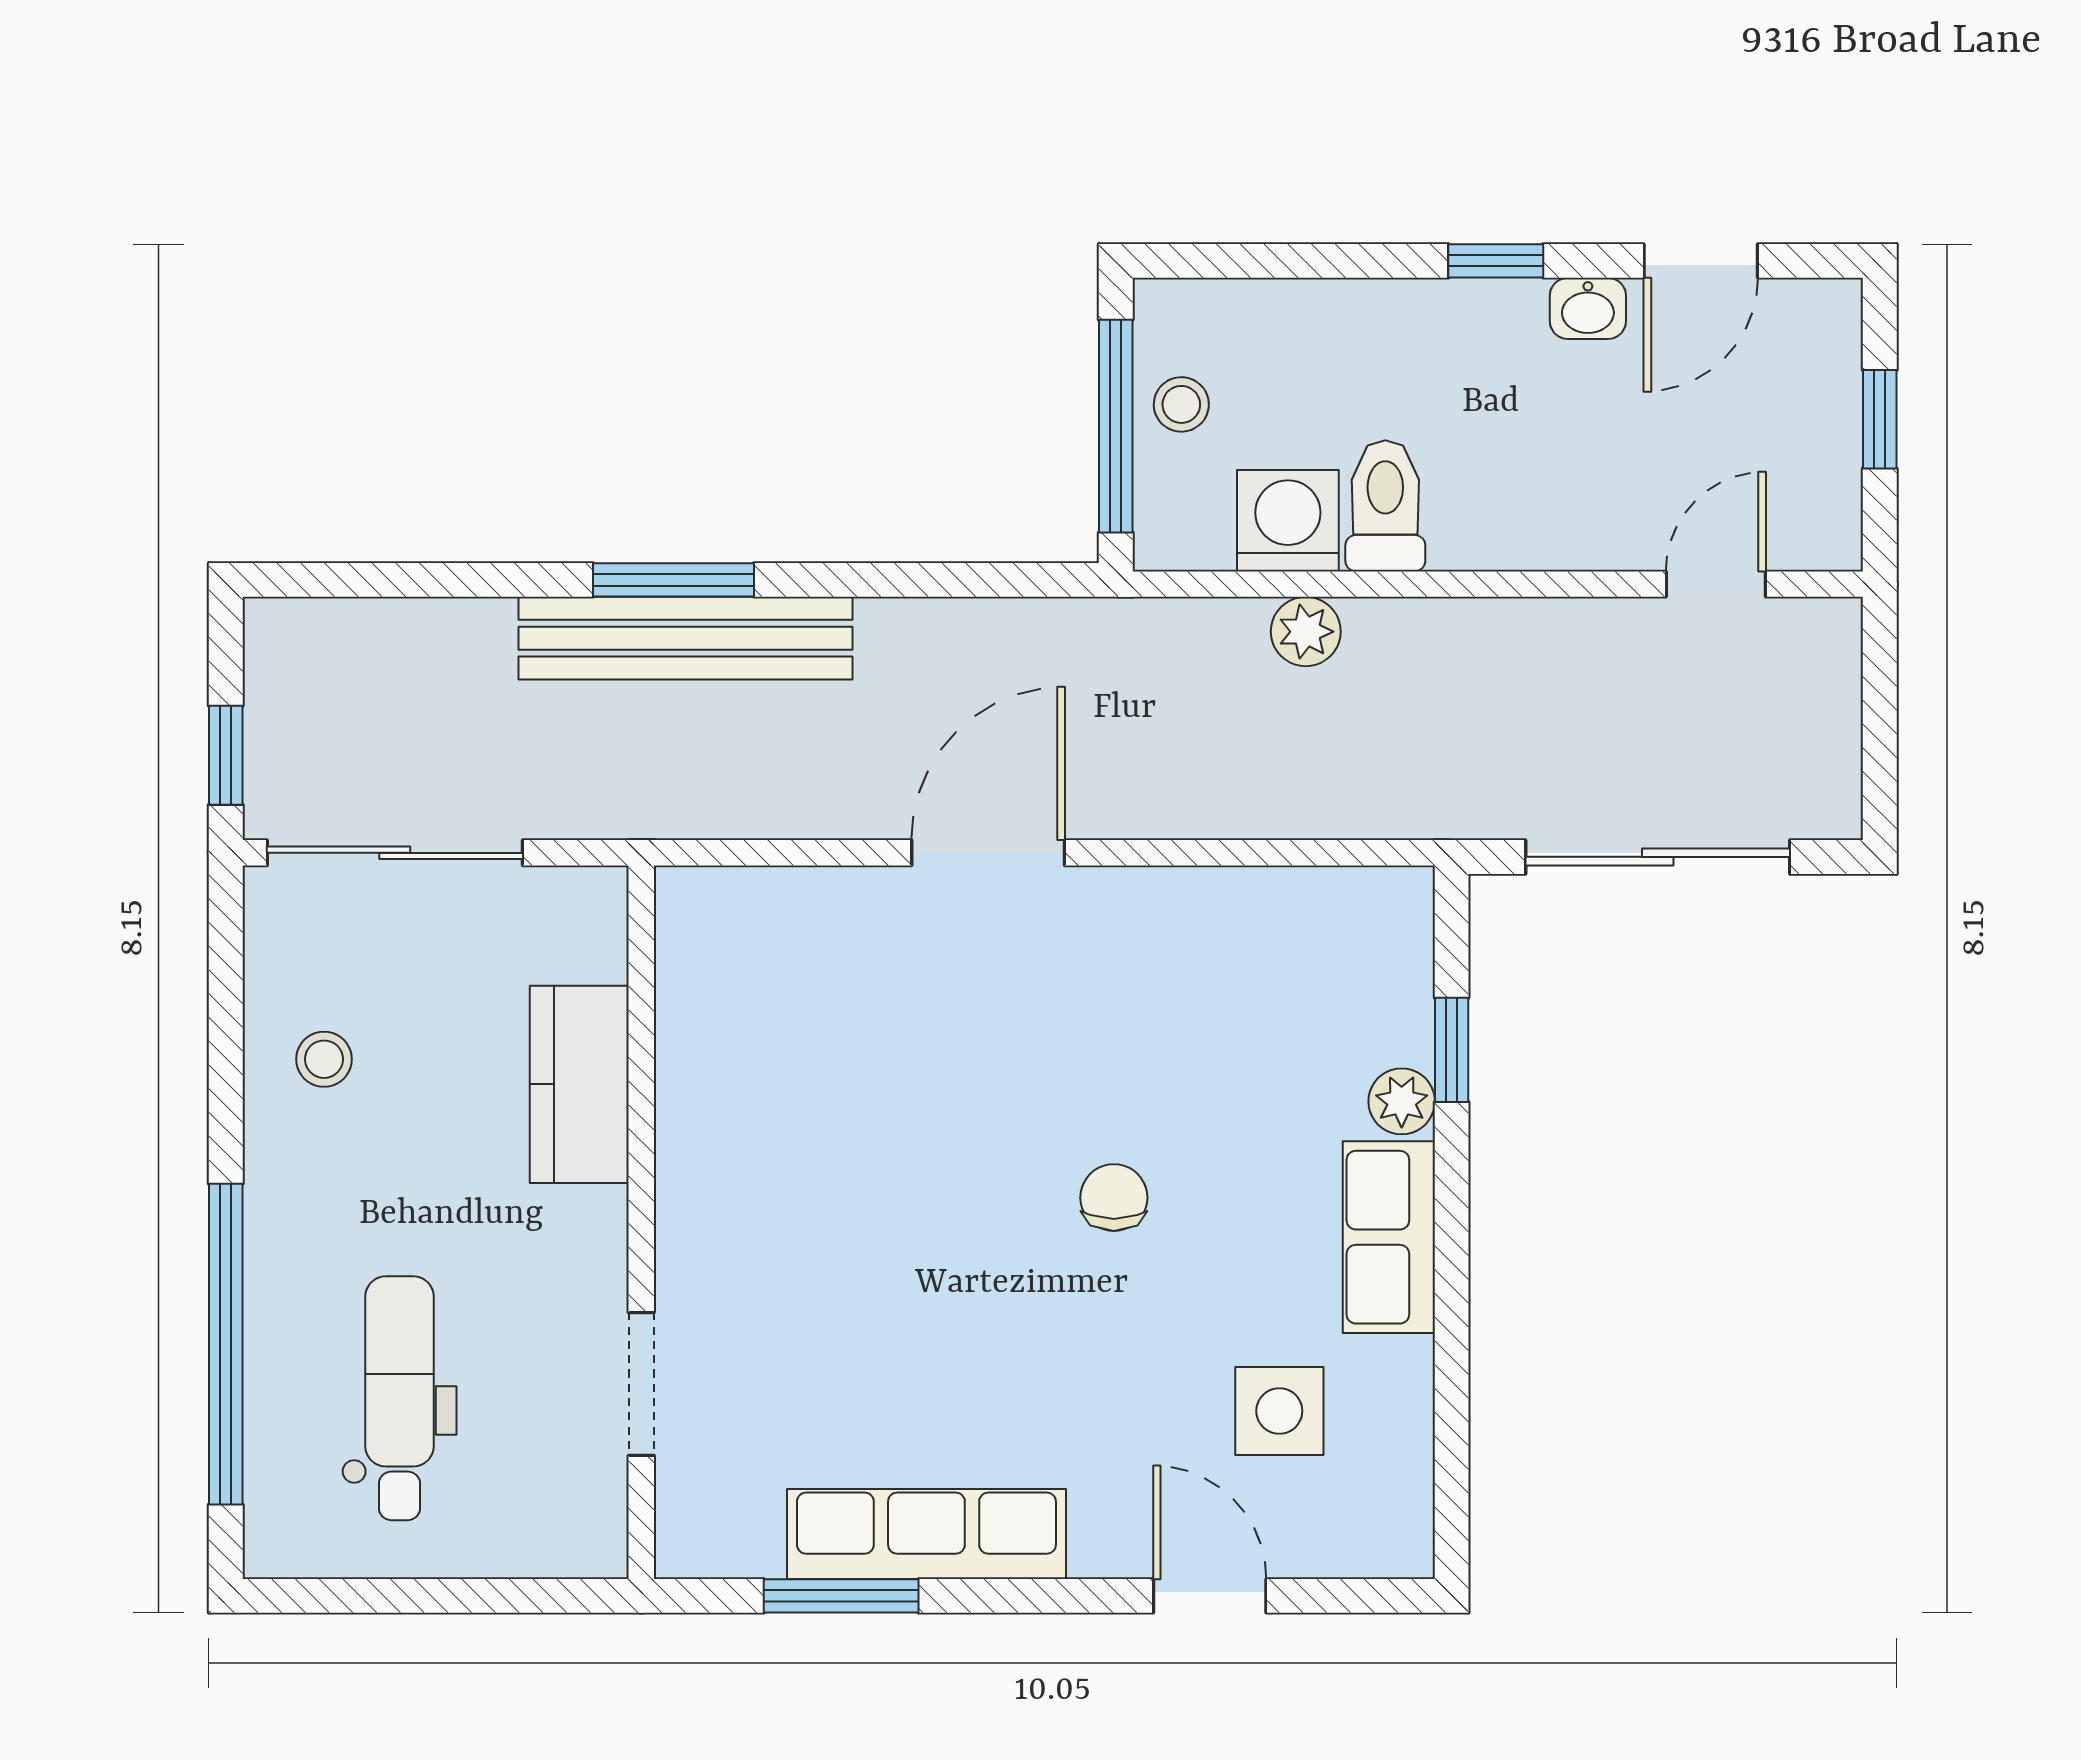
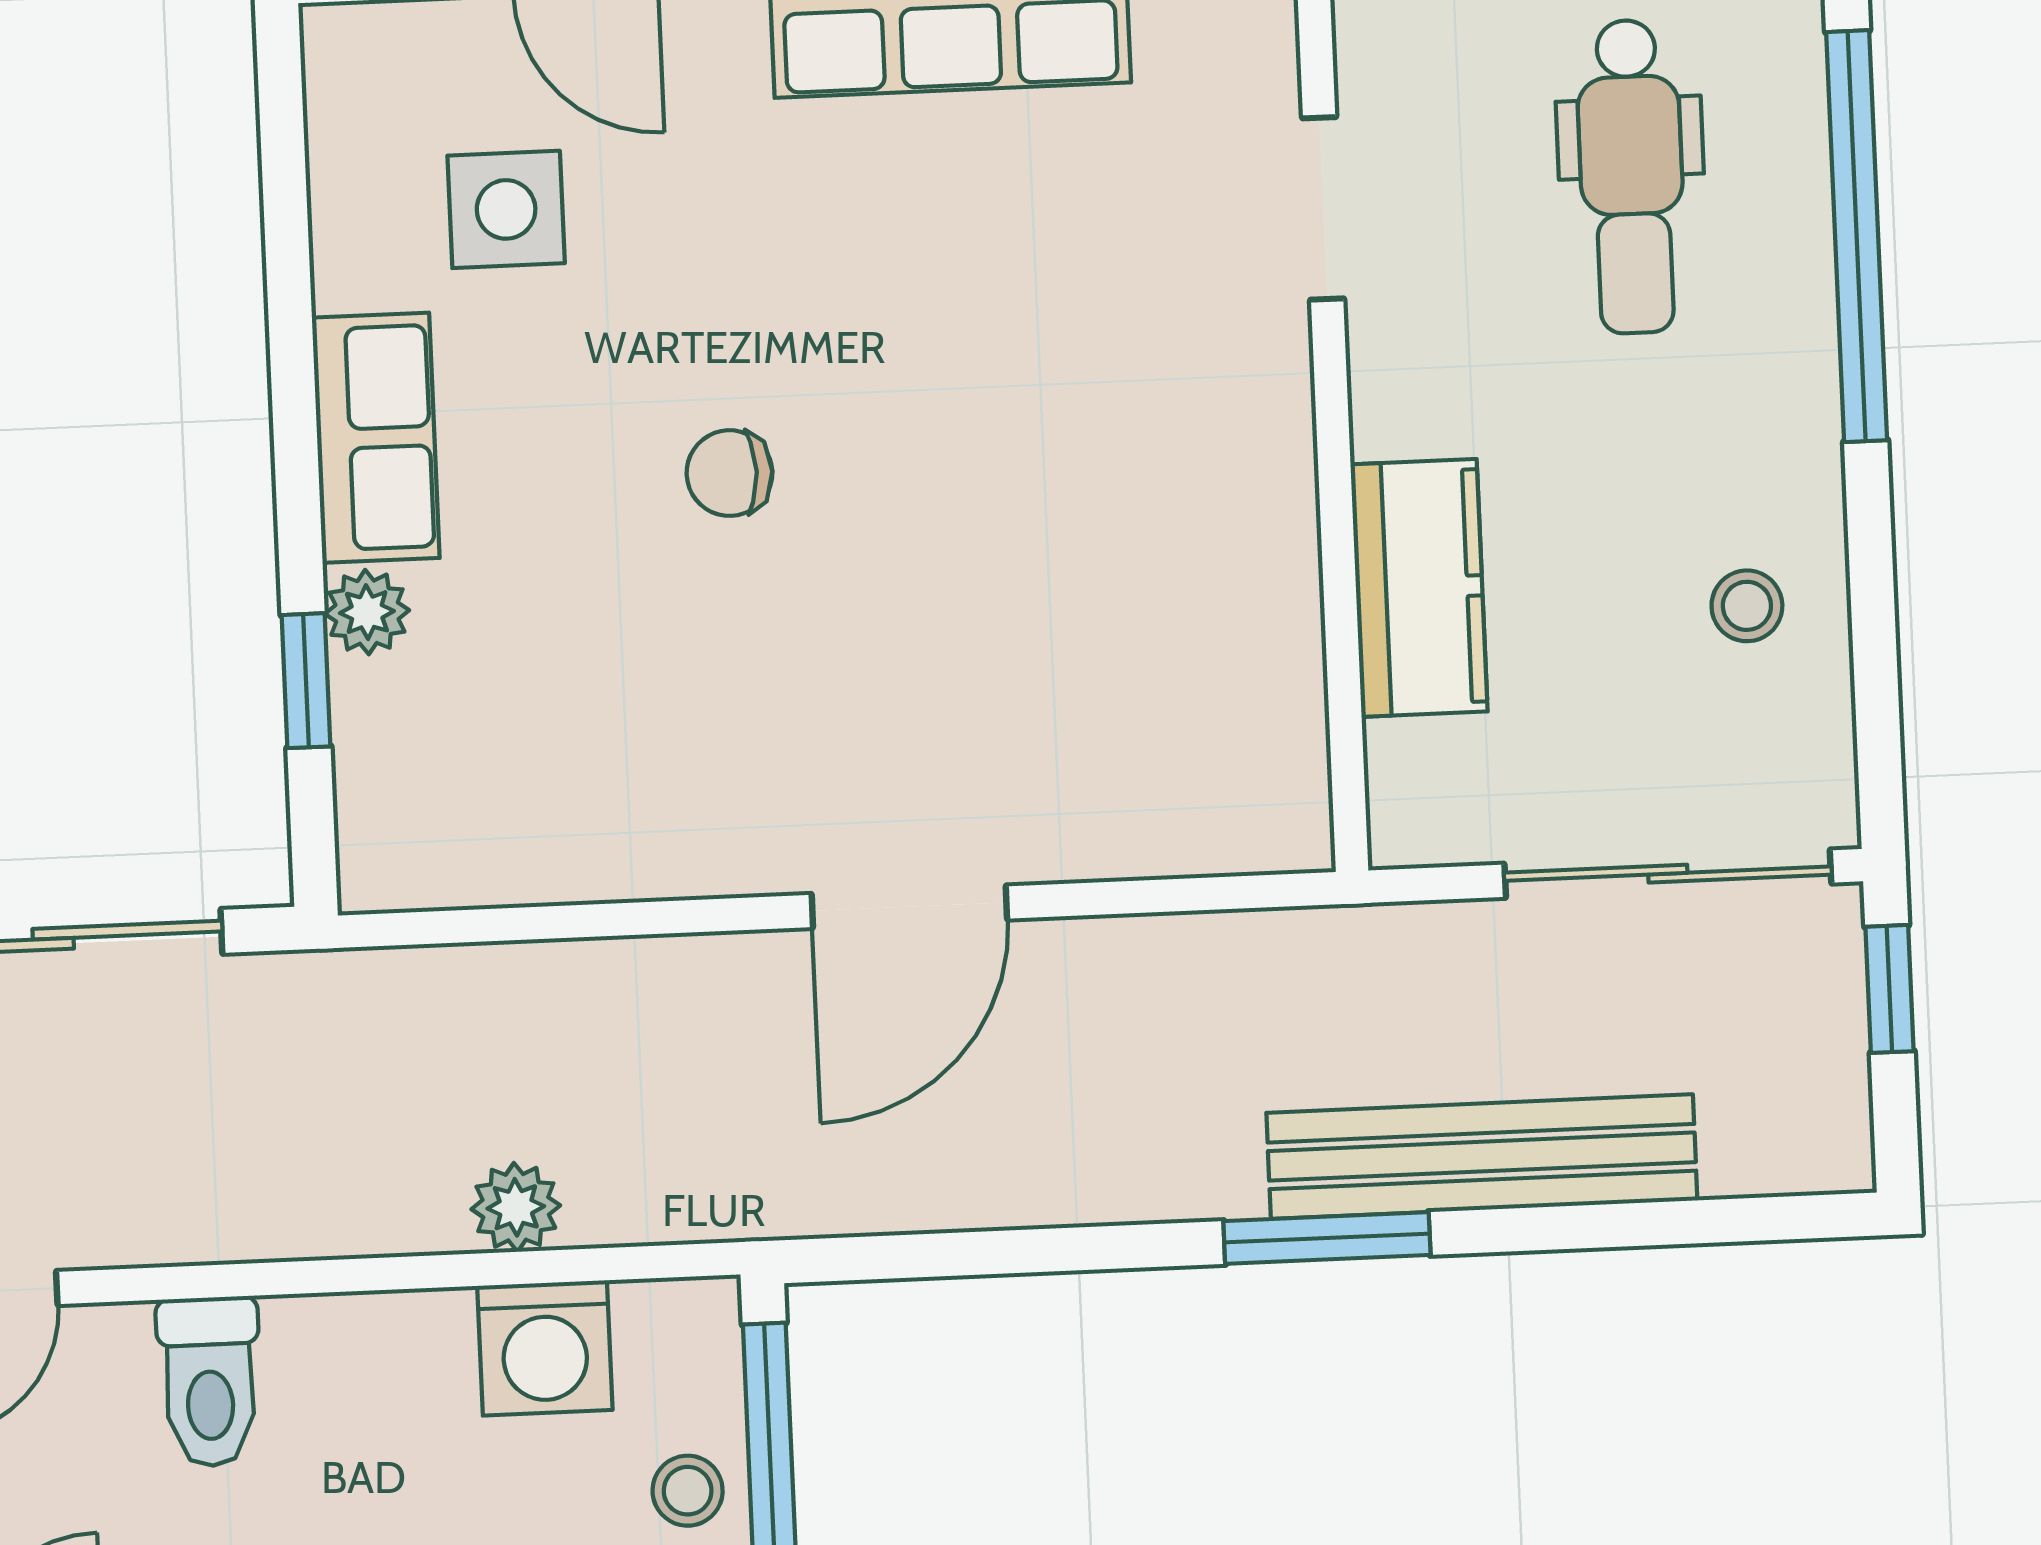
toilet: (1385, 506) -> (210, 1382), moved
bench: (686, 638) -> (1482, 1157), moved
chair: (1114, 1198) -> (729, 473), turned 90

